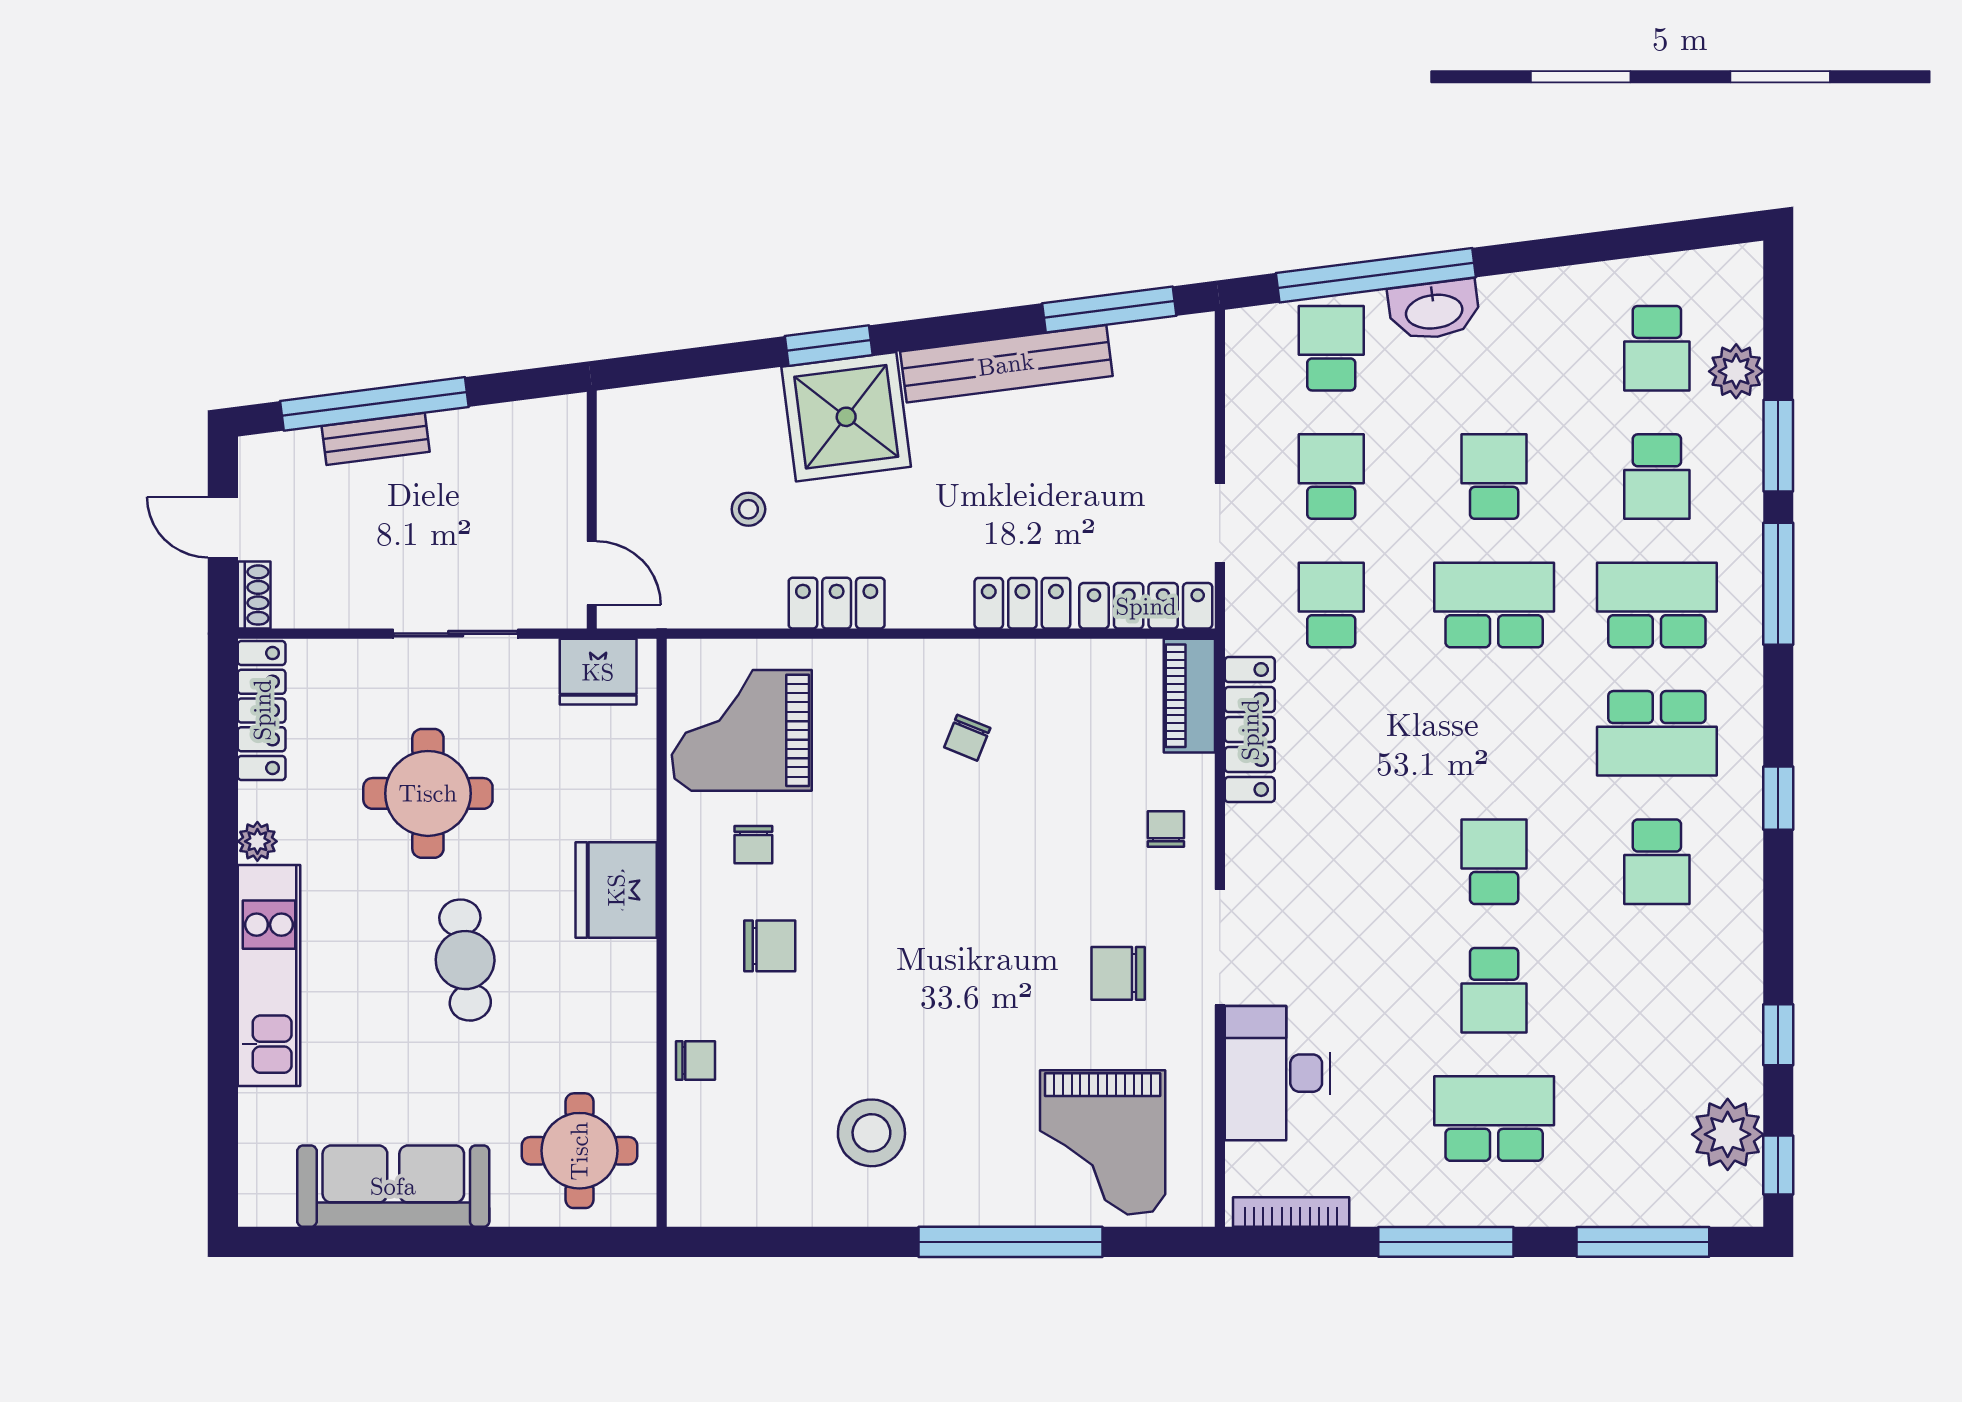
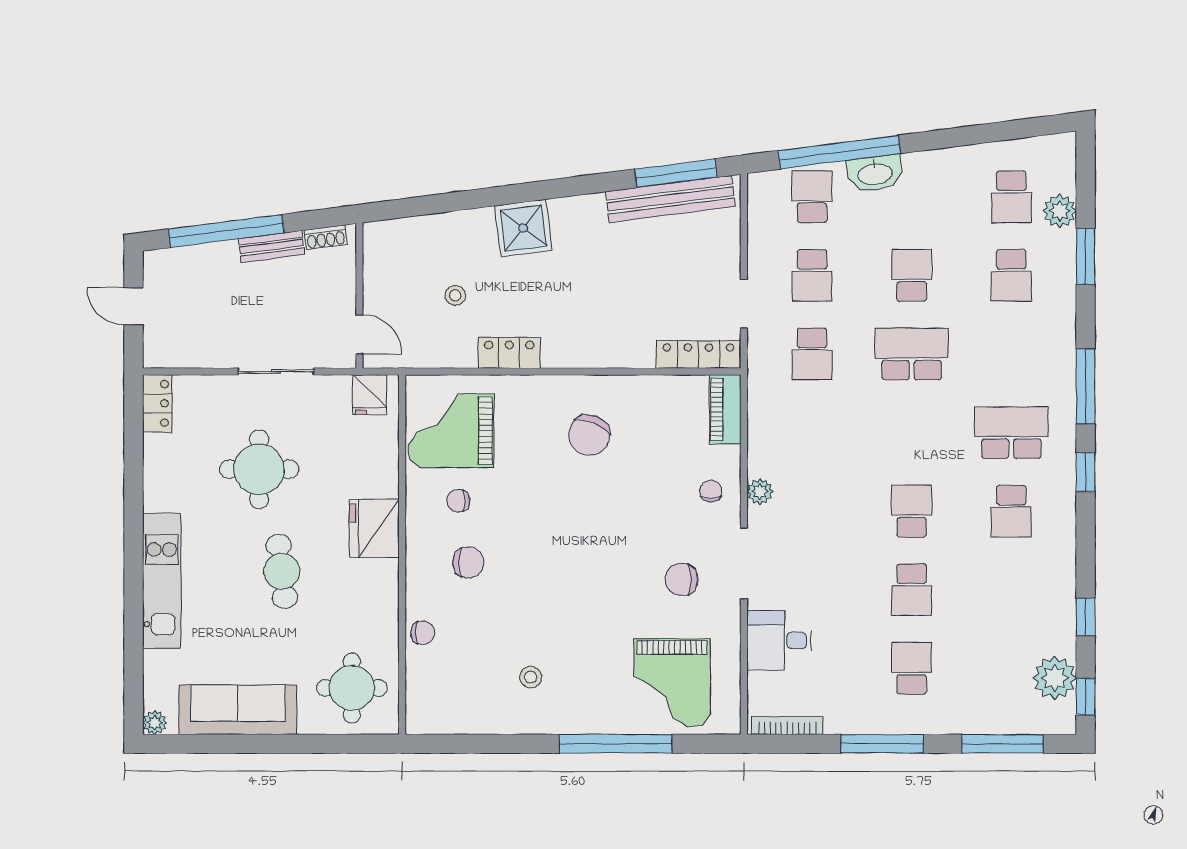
window: (829, 346) -> (504, 195), removed
bench: (1006, 364) -> (670, 199), moved
shower: (846, 417) -> (523, 228), width x0.73, depth x0.73
bench: (376, 439) -> (272, 247), moved
school desk: (1331, 477) -> (812, 275), turned 180
window: (1778, 584) -> (1086, 386), moved
shoe rack: (254, 595) -> (326, 237), moved, turned 83
locker: (1022, 603) -> (623, 353), removed
school desk: (1331, 605) -> (812, 354), turned 180
school desk: (1657, 605) -> (1011, 354), removed
fridge: (598, 672) -> (370, 395), width x0.72
locker: (262, 710) -> (157, 403), width x0.66
locker: (1250, 730) -> (762, 430), removed
school desk: (1657, 733) -> (1011, 433), turned 180
chair: (967, 738) -> (589, 435), width x1.87, depth x1.87
plant: (1246, 830) -> (760, 492), added
plant: (257, 841) -> (155, 723), moved
chair: (753, 845) -> (458, 501), turned 90
desk: (1278, 1073) -> (779, 640), width x0.73
school desk: (1494, 1119) -> (912, 668), width x0.54
stool: (871, 1133) -> (531, 677), width x0.53, depth x0.53

